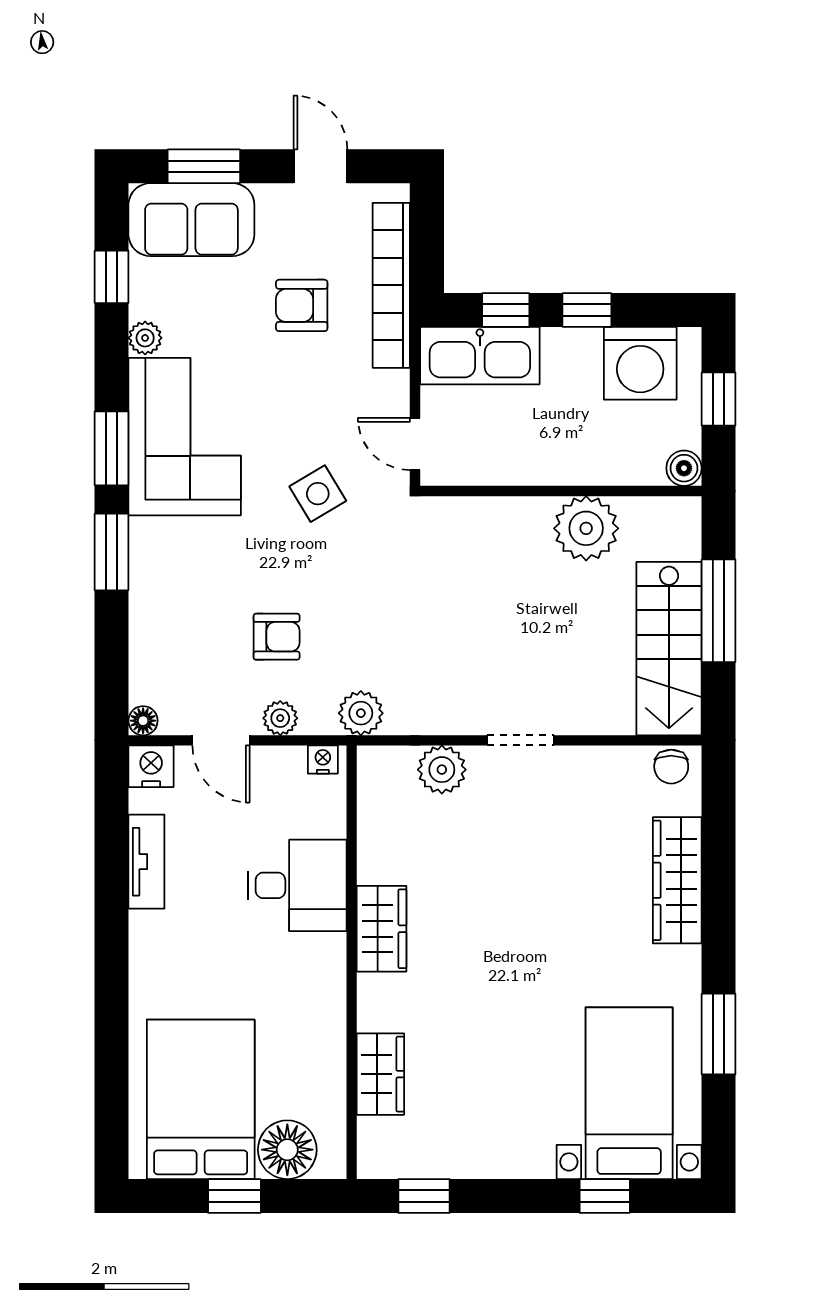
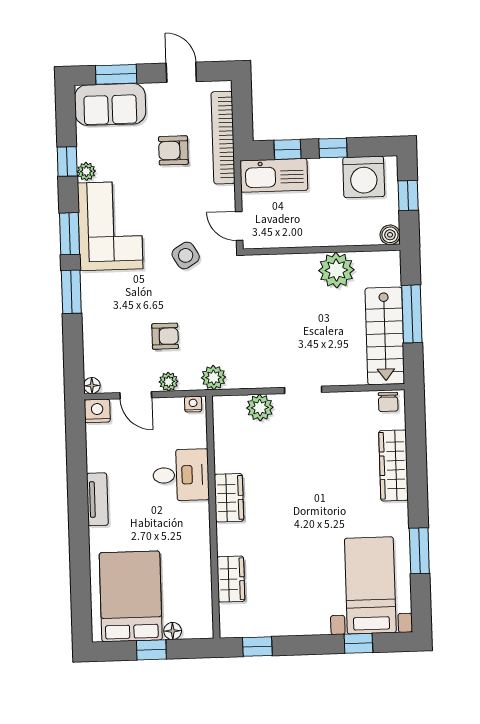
window: (112, 277) -> (67, 161), moved
tv unit: (146, 862) -> (97, 499), moved
floor lamp: (287, 1150) -> (173, 631), width x0.53, depth x0.53

